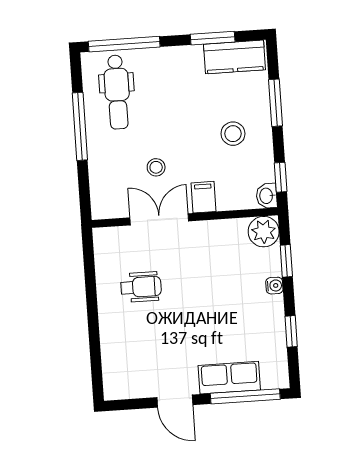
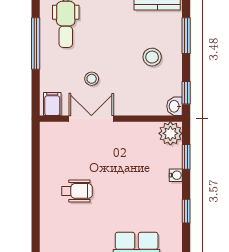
filing cabinet: (203, 197) -> (52, 104), moved
wheelchair: (141, 287) -> (77, 191), moved

